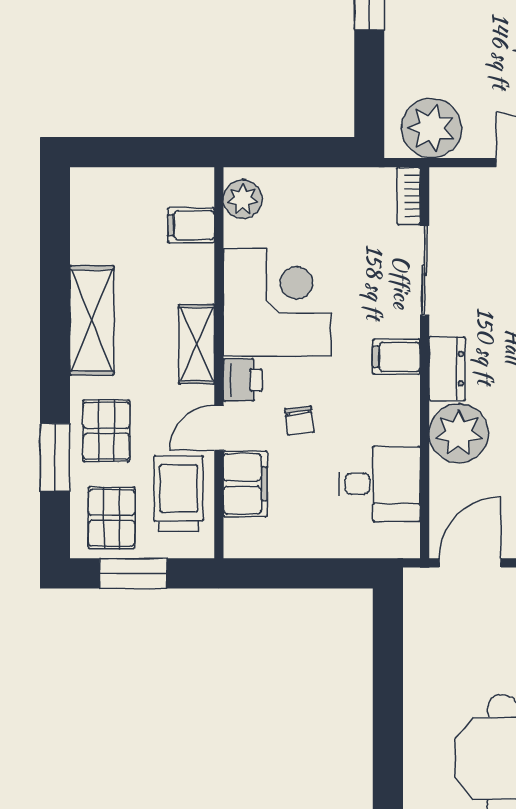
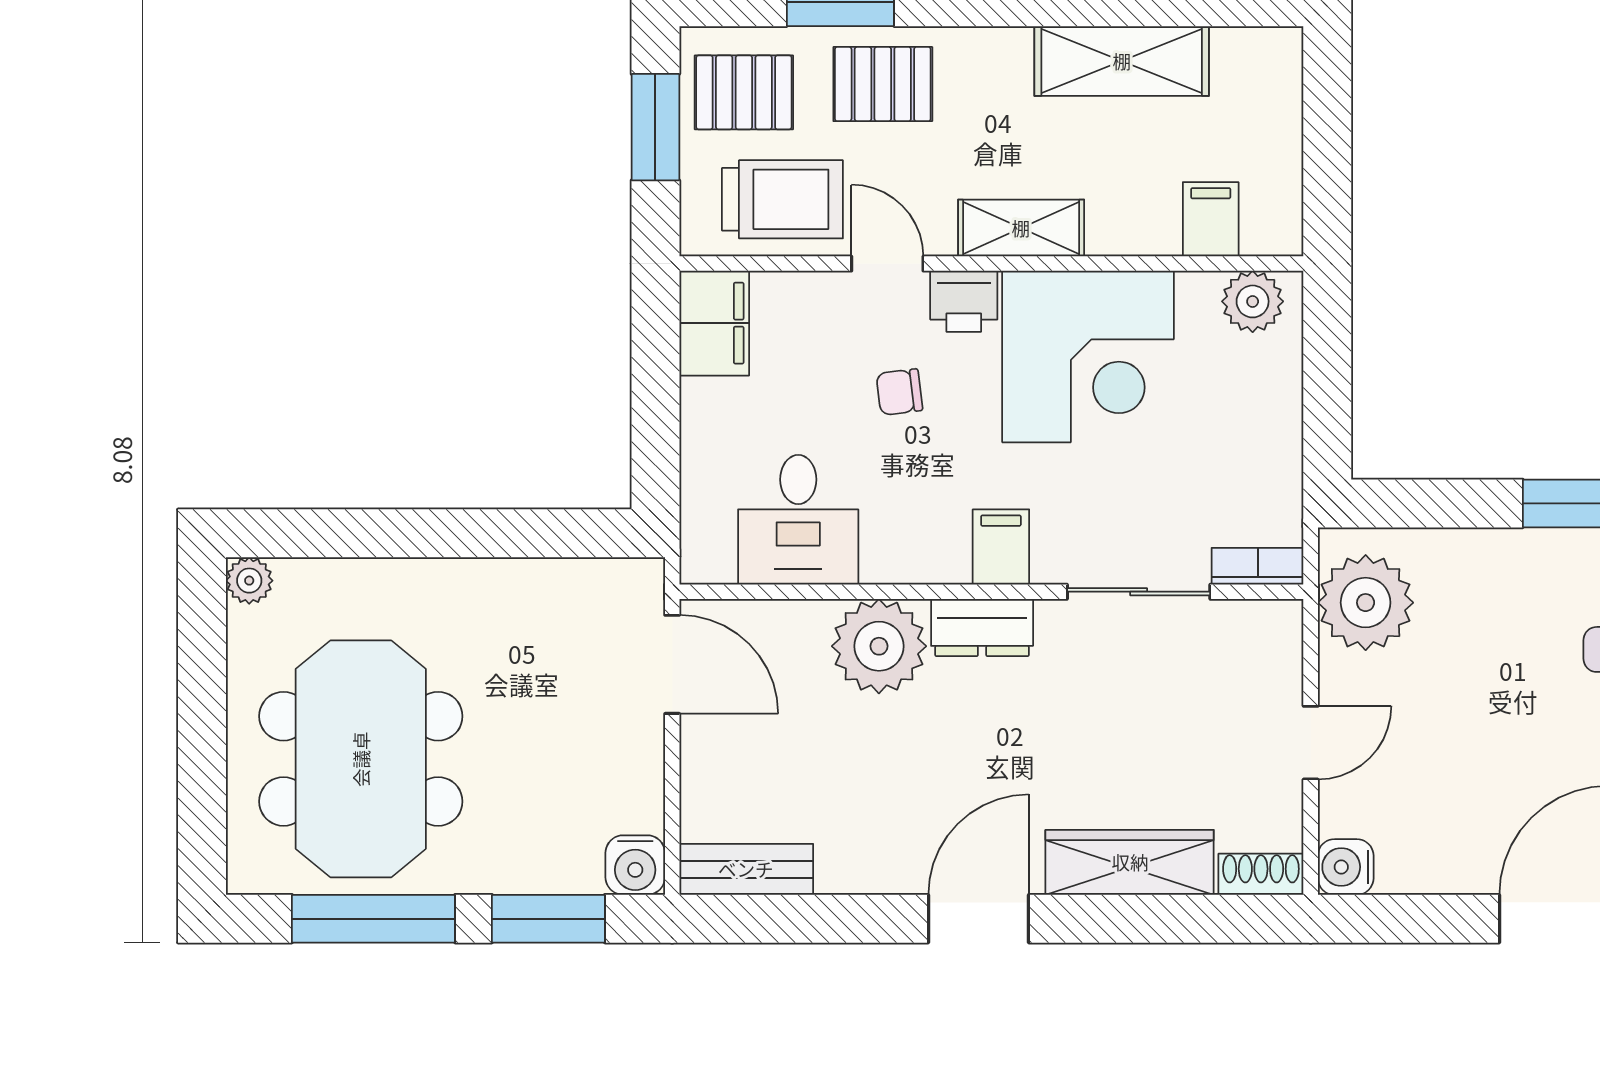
shelving: (92, 320) -> (1122, 61), moved
filing cabinet: (245, 484) -> (714, 323), moved, turned -90

